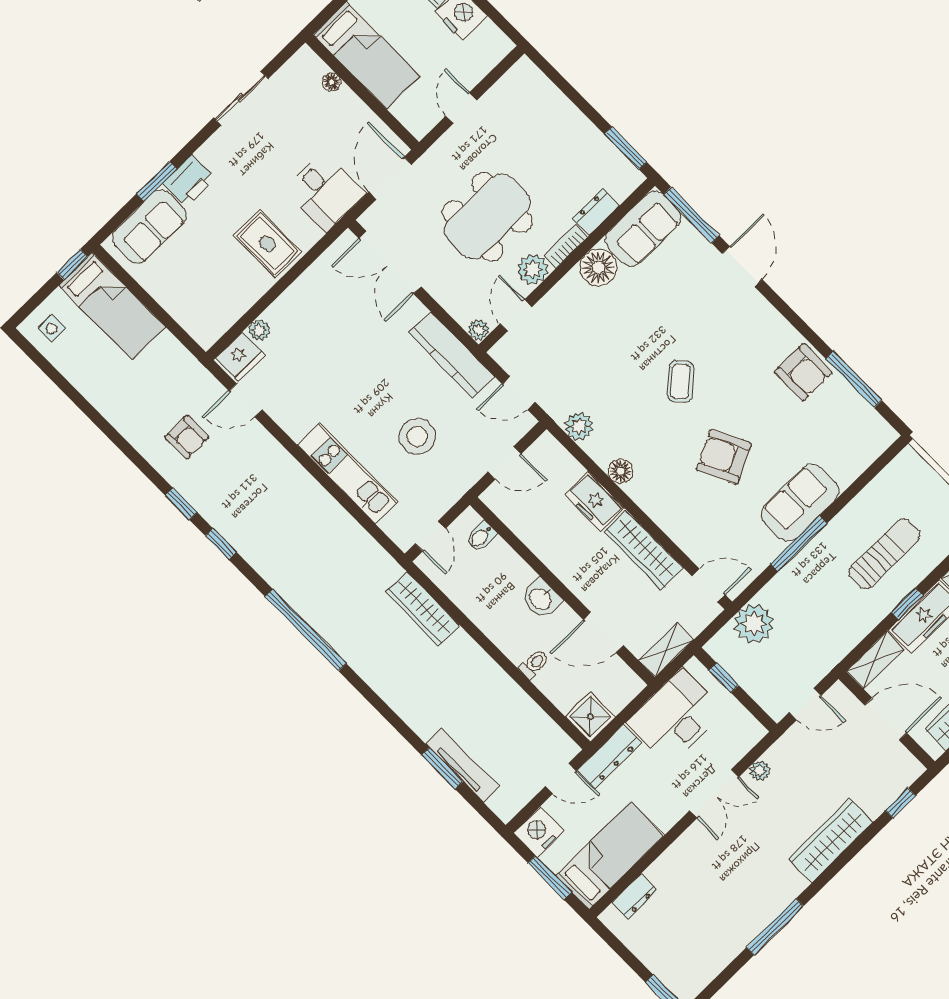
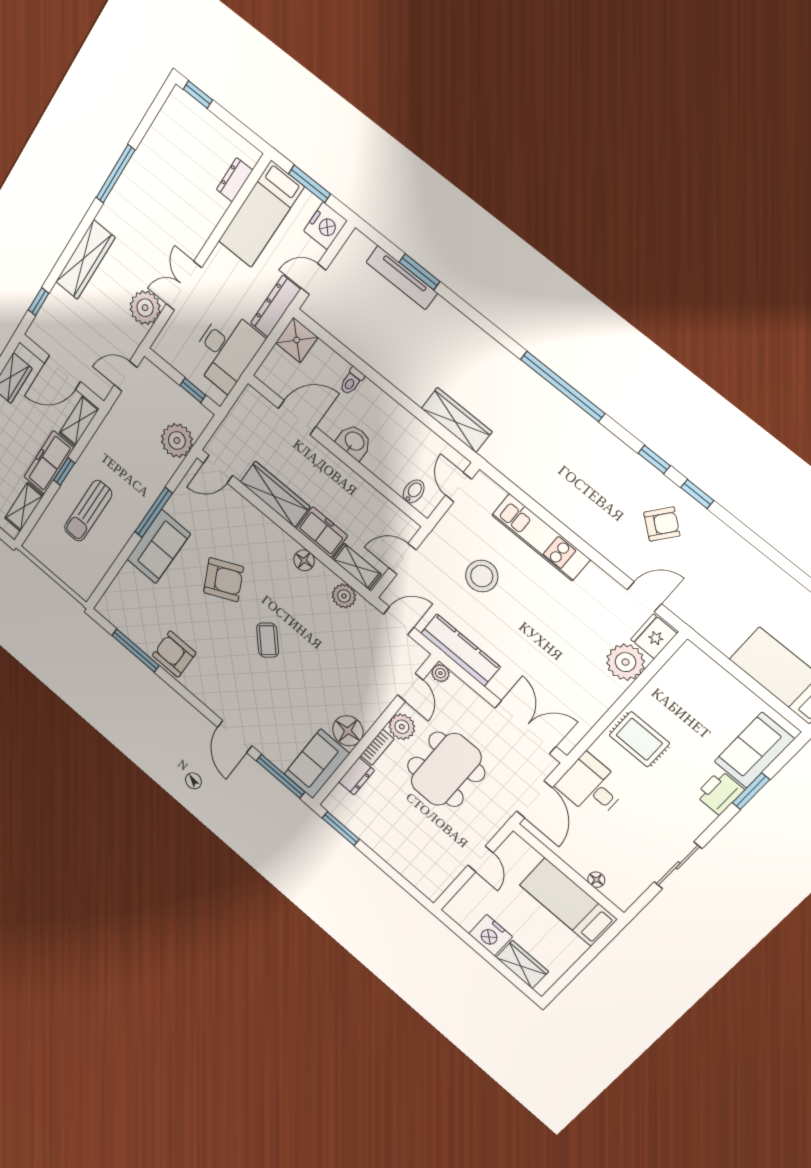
plant: (259, 330) -> (626, 662), width x1.88, depth x1.88
armchair: (187, 437) -> (662, 524), moved, turned 129
shelving: (666, 650) -> (357, 567), moved, turned 90
plant: (760, 771) -> (145, 308), width x1.88, depth x1.88

